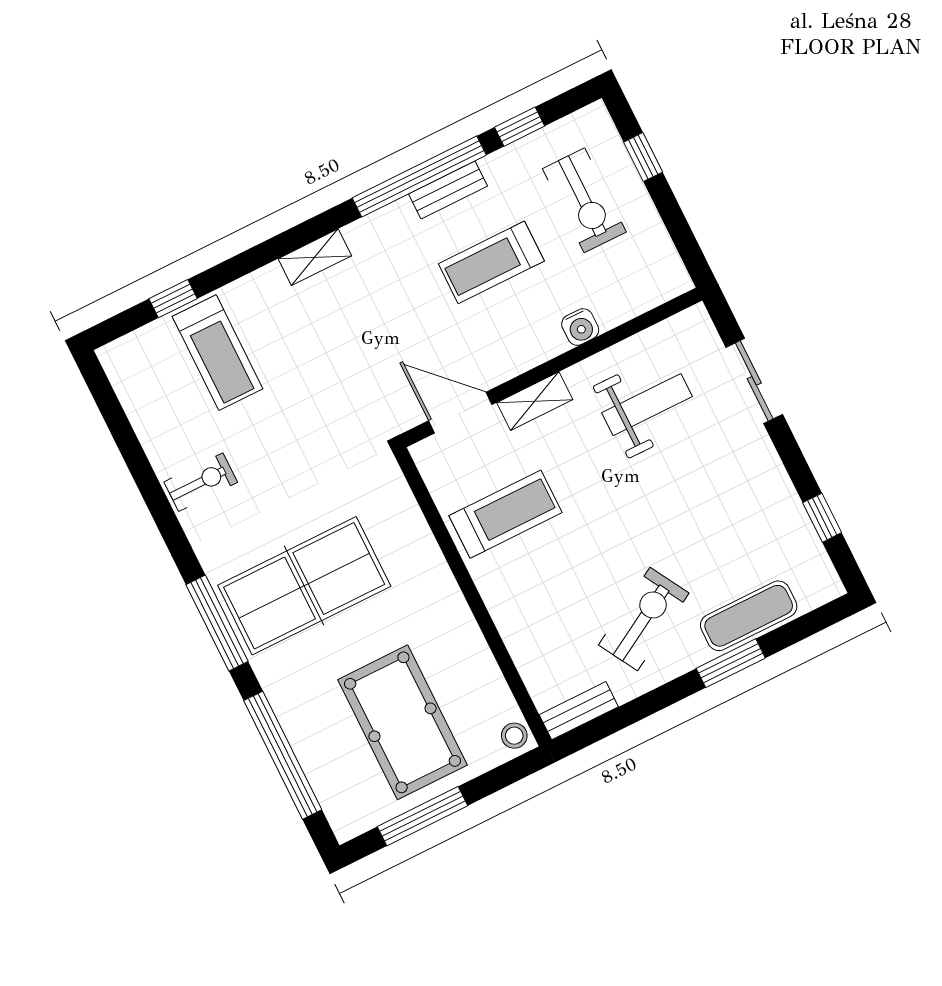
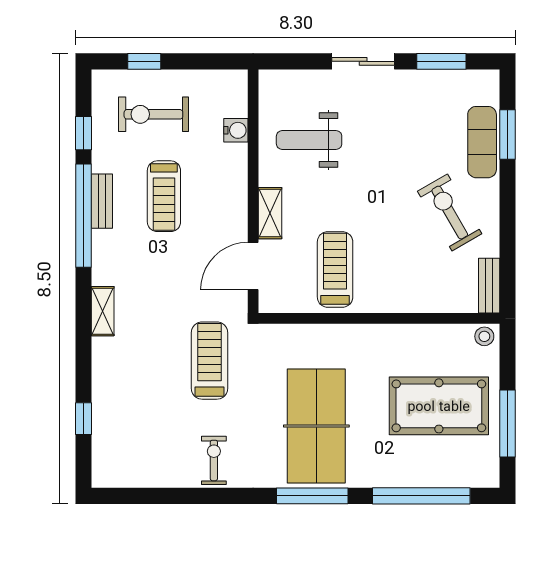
exercise bike: (584, 200) -> (153, 114), turned 180
water cooler: (580, 327) -> (236, 130), moved
treadmill: (218, 353) -> (210, 361), moved, turned -90
sliding door: (754, 381) -> (363, 61), moved
weight bench: (647, 405) -> (309, 140), turned -90
window: (822, 518) -> (441, 61), width x1.50
window: (731, 663) -> (507, 134), moved

